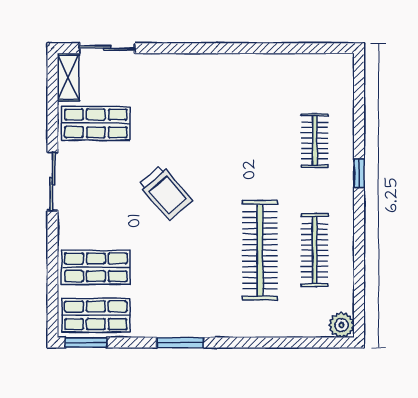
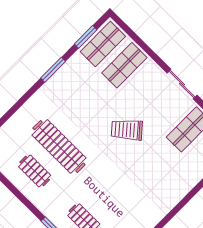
clothes rail: (315, 250) -> (35, 171), width x0.73
window: (86, 343) -> (86, 37), moved

